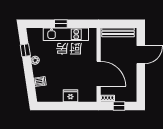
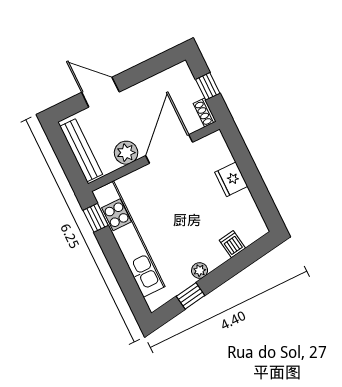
window: (61, 24) -> (96, 218), moved
kitchen unit: (66, 34) -> (128, 239), width x1.36
plant: (107, 53) -> (126, 153), added

